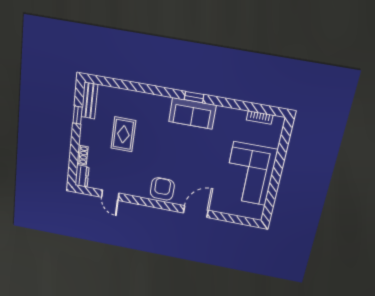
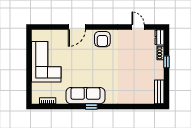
sofa: (192, 113) -> (85, 96), width x1.36
window: (78, 115) -> (166, 62), moved
rug: (123, 134) -> (134, 73), removed

